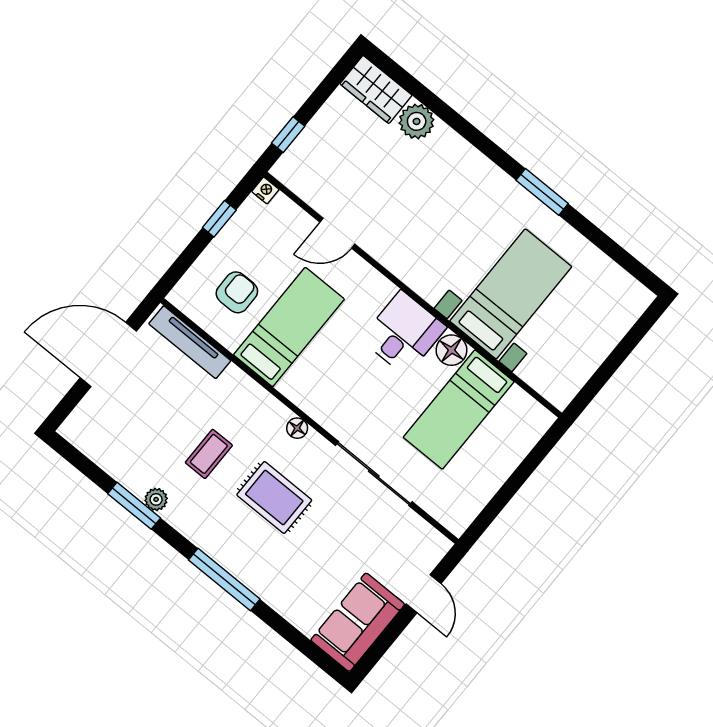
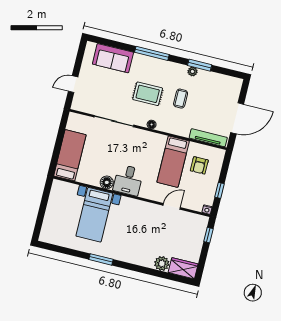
bed: (459, 410) -> (70, 155), moved
door: (424, 594) -> (73, 84), hinge flipped
sofa: (358, 622) -> (113, 58), moved, turned 90

